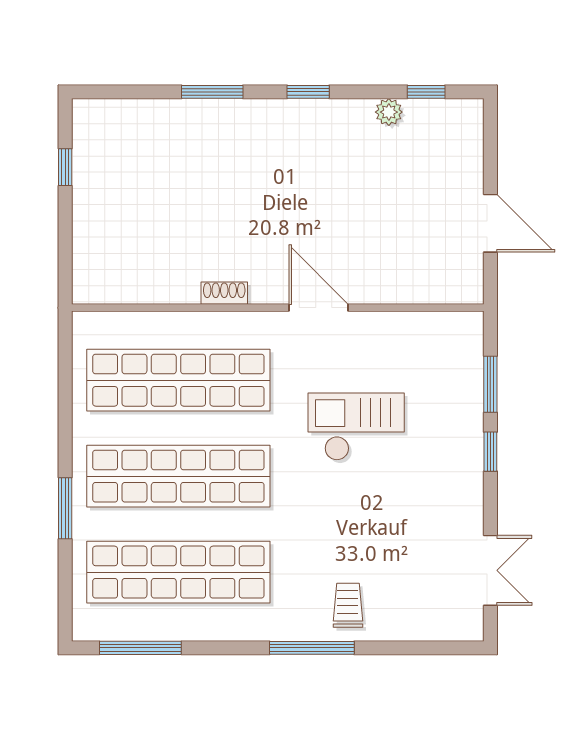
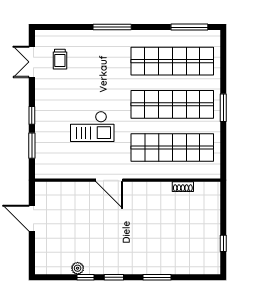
window: (426, 92) -> (85, 277), moved
shoe rack: (224, 293) -> (183, 187), moved
window: (65, 508) -> (223, 108), moved
trolley: (348, 605) -> (60, 59), moved

